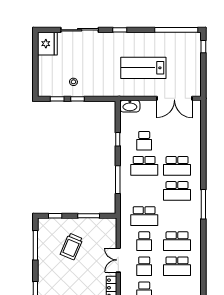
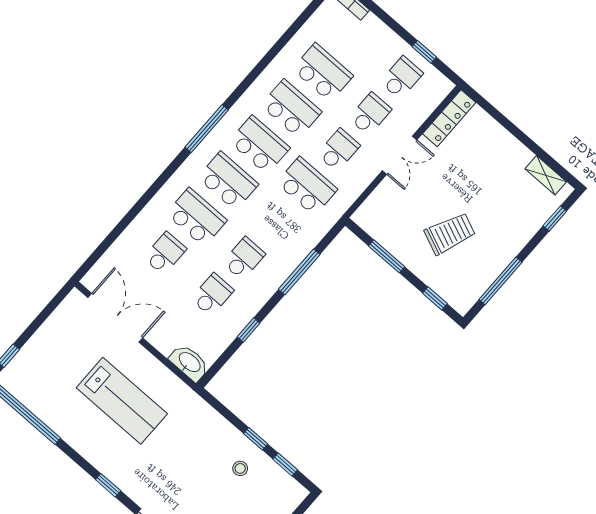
school desk: (177, 141) -> (165, 253), added
school desk: (144, 166) -> (244, 258), width x0.54
school desk: (177, 216) -> (260, 145), added

